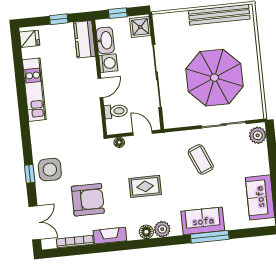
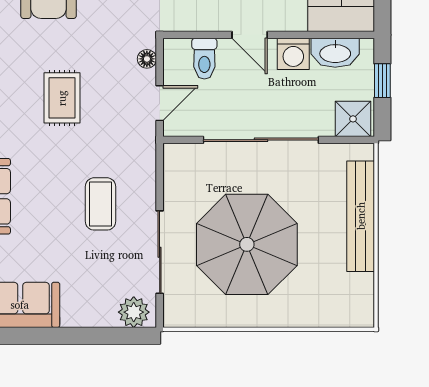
bench: (219, 15) -> (361, 216), moved
coffee table: (201, 159) -> (101, 204), turned -67

